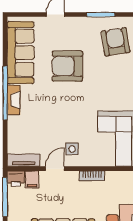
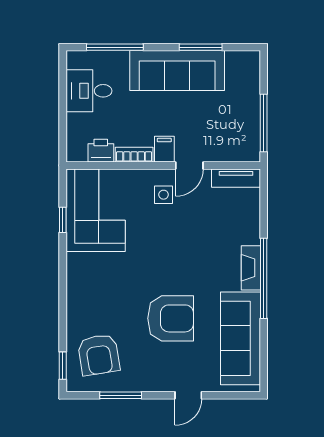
printer: (16, 179) -> (101, 151), moved
filing cabinet: (32, 179) -> (164, 149), moved

